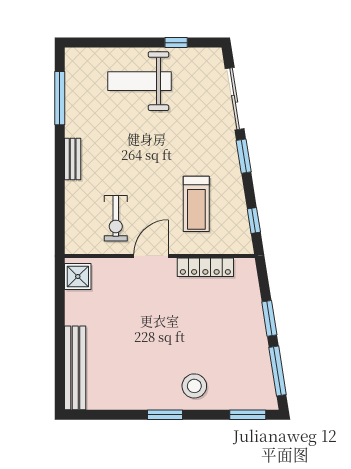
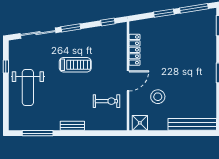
treadmill: (196, 204) -> (75, 65), moved
door: (151, 256) -> (128, 81), swing flipped
stool: (194, 386) -> (158, 97), moved

